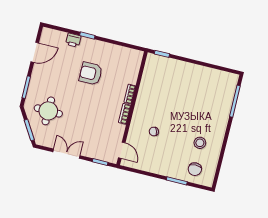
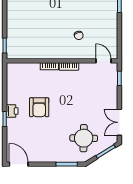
printer: (73, 40) -> (12, 111), moved
door: (35, 52) -> (19, 164), moved
door: (122, 150) -> (103, 61), hinge flipped
double door: (66, 154) -> (119, 122), moved

